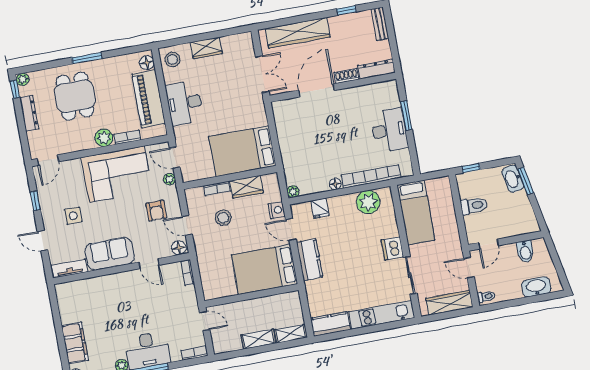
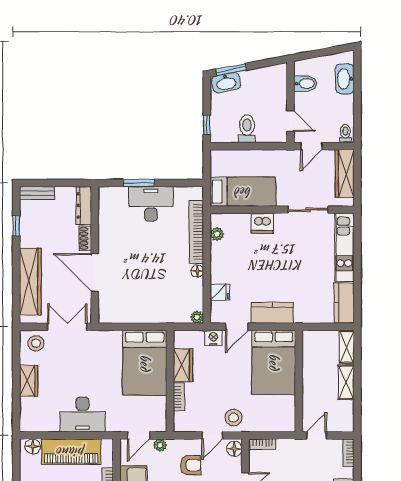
stool: (172, 59) -> (36, 343), moved
plant: (368, 202) -> (217, 234), width x0.53, depth x0.53
stool: (223, 218) -> (234, 418), moved
dishwasher: (392, 248) -> (262, 223), moved

